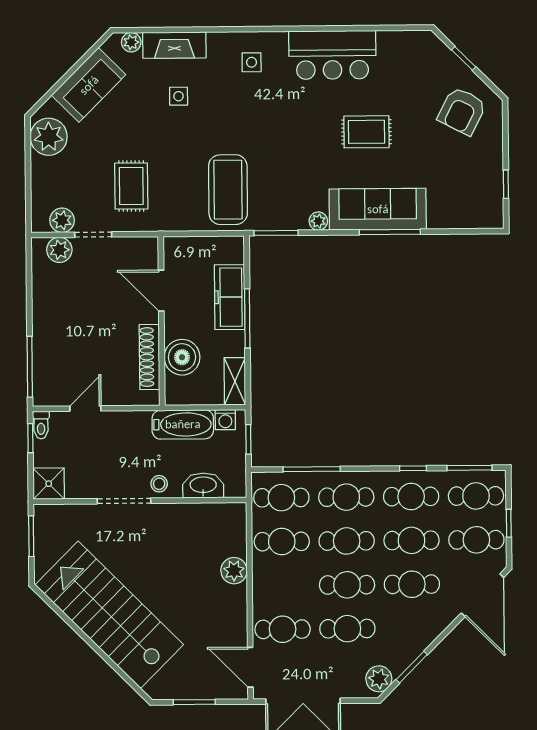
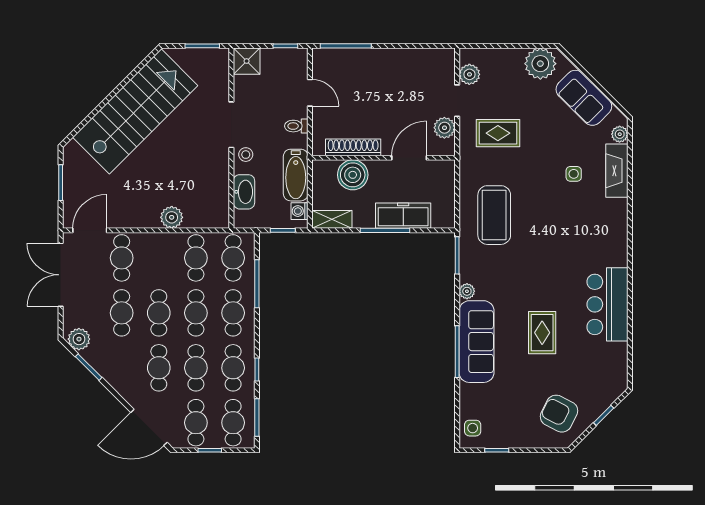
side table: (252, 62) -> (473, 428), moved
coffee table: (228, 190) -> (494, 215), turned 90
plant: (59, 250) -> (444, 128), moved
toilet: (41, 425) -> (296, 126), moved

